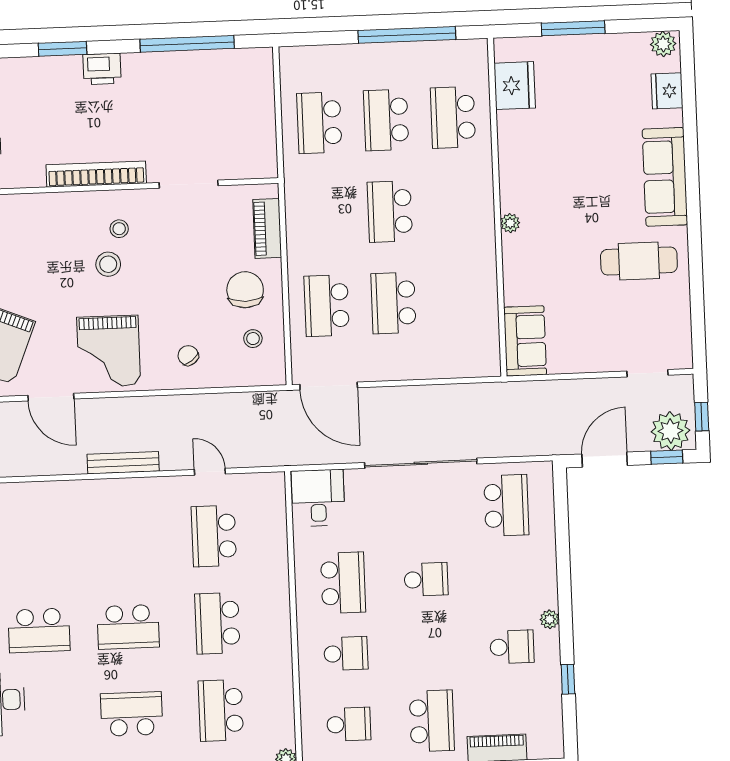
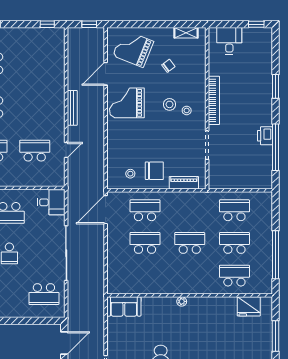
printer: (102, 69) -> (265, 136), moved
chair: (188, 355) -> (168, 66), moved
door: (605, 460) -> (64, 343), hinge flipped

